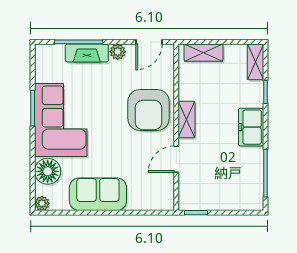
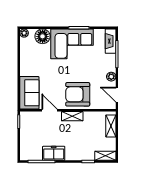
fireplace: (87, 53) -> (111, 41), moved
freezer: (251, 127) -> (54, 153), moved
sofa: (98, 194) -> (29, 93), moved

